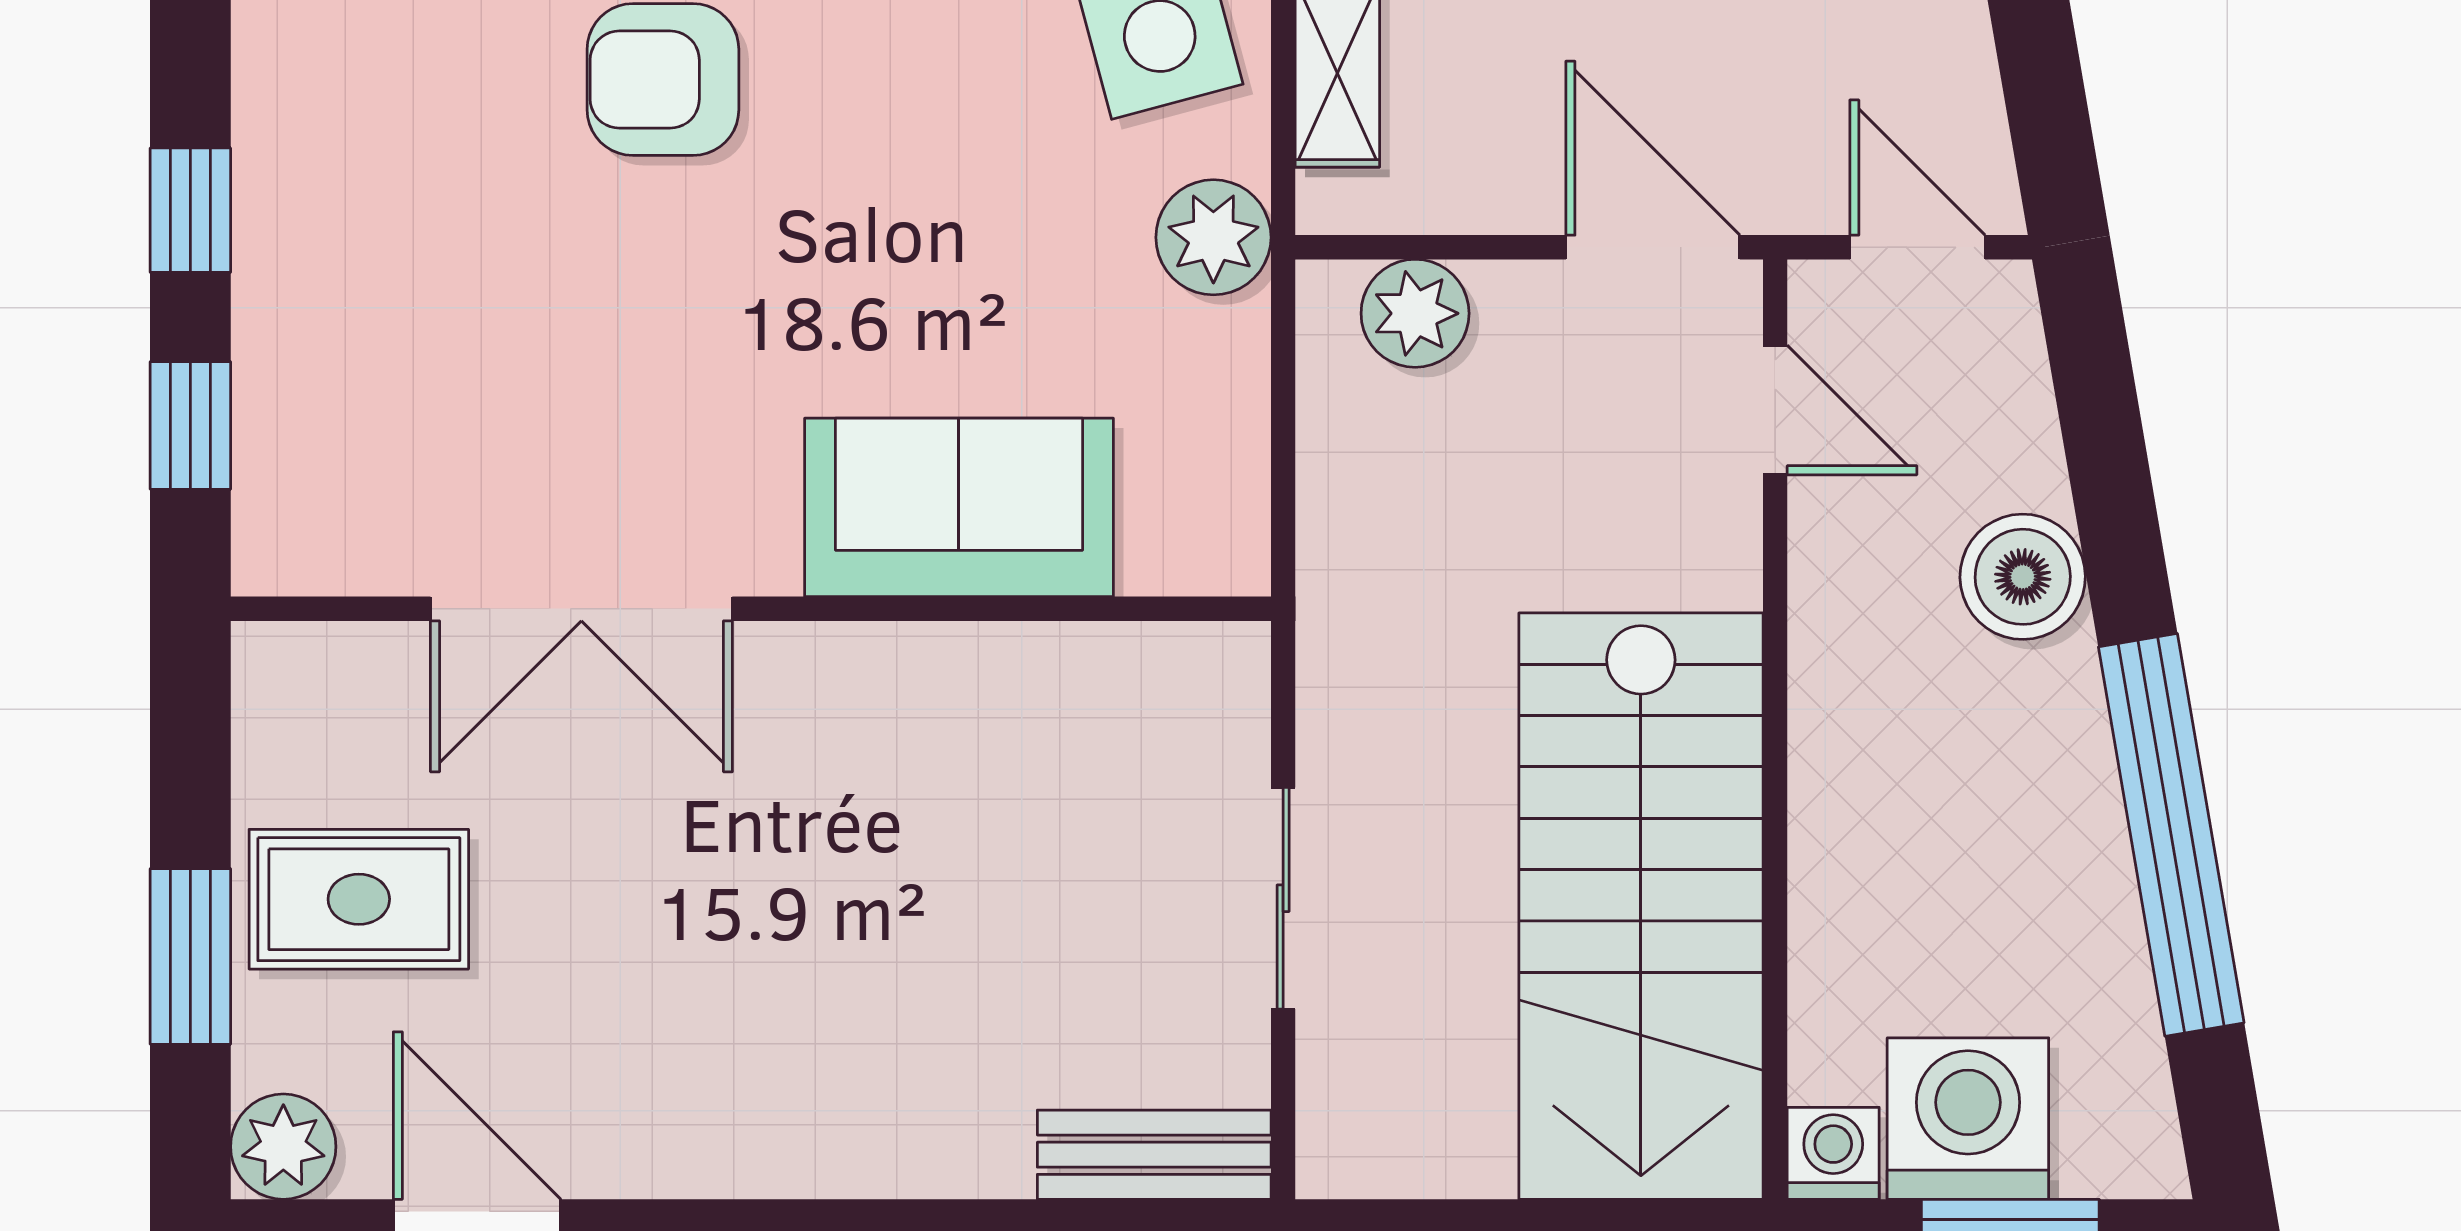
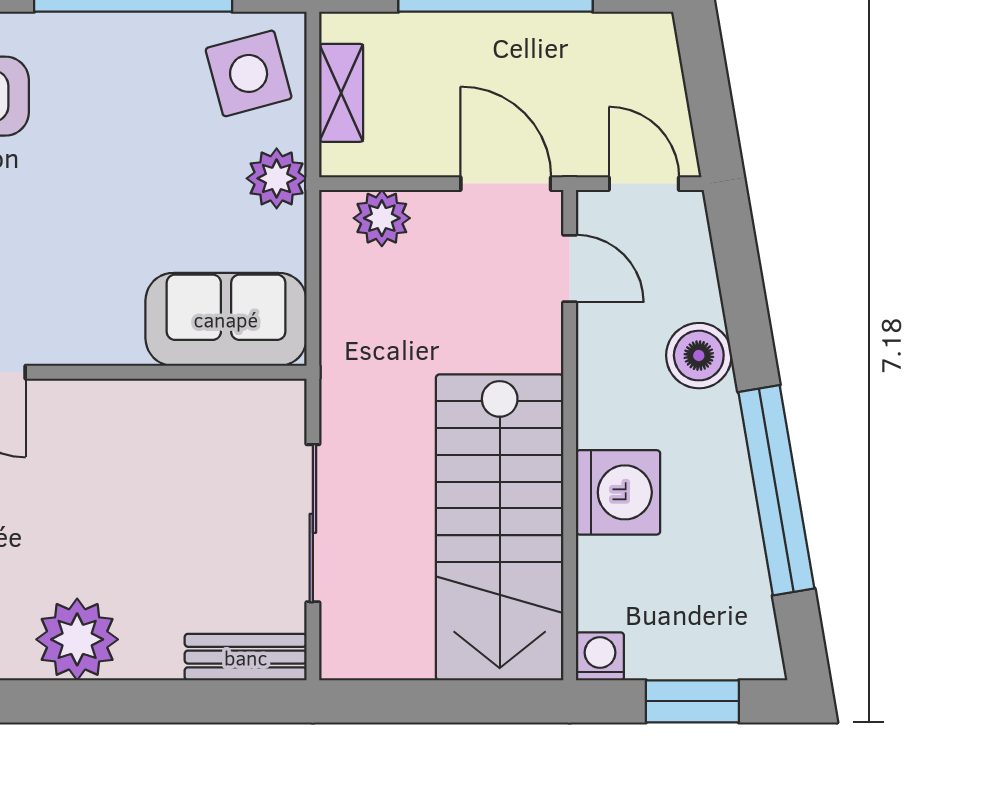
sofa: (959, 507) -> (226, 319), moved
sliding door: (1283, 898) -> (313, 523), width x1.37
washing machine: (1968, 1119) -> (618, 492), moved, turned 90
plant: (831, 1121) -> (77, 639), added

